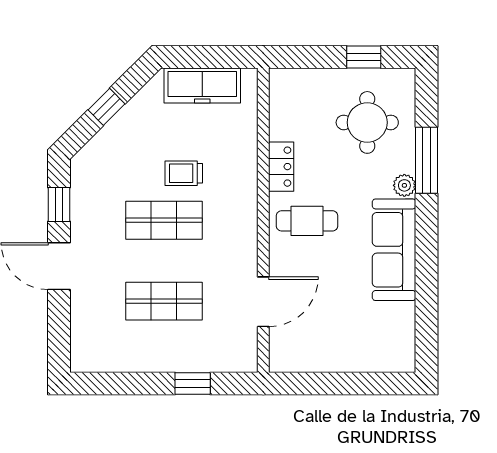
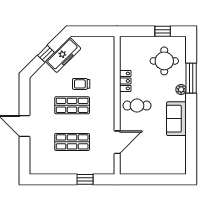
freezer: (202, 85) -> (63, 55), moved, turned -45
window: (59, 204) -> (25, 98), removed
sofa: (394, 250) -> (176, 119), width x0.73

